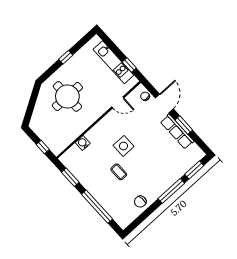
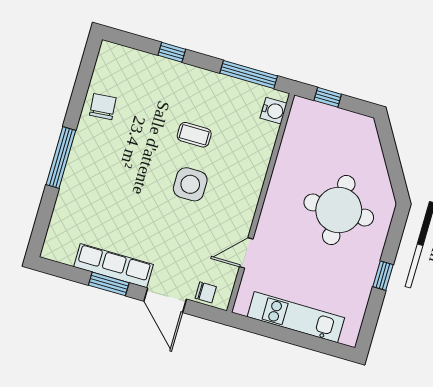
window: (129, 65) -> (266, 329), removed
water cooler: (83, 143) -> (274, 111), moved
window: (194, 170) -> (43, 218), removed
coffee table: (119, 172) -> (194, 135), moved
window: (70, 177) -> (249, 75), width x1.44
window: (97, 207) -> (172, 52), width x0.32

